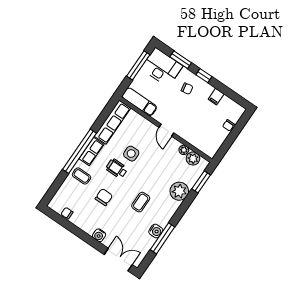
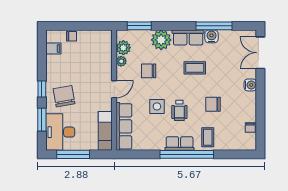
chair: (187, 89) -> (64, 96), width x1.87, depth x1.87
filing cabinet: (216, 97) -> (53, 49), moved
row of seats: (113, 122) -> (124, 126), moved, turned 90
chair: (162, 166) -> (149, 71), added
row of seats: (167, 213) -> (188, 37), added

